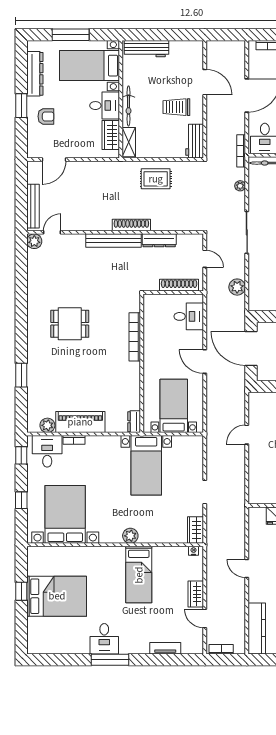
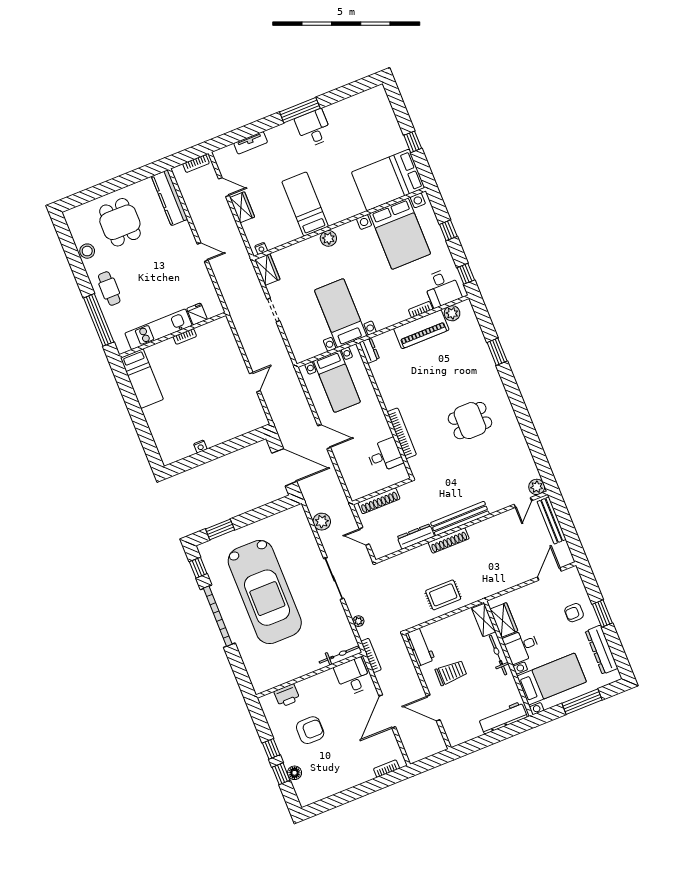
desk: (189, 316) -> (385, 455), moved, turned 180
bed: (57, 596) -> (388, 180), moved

